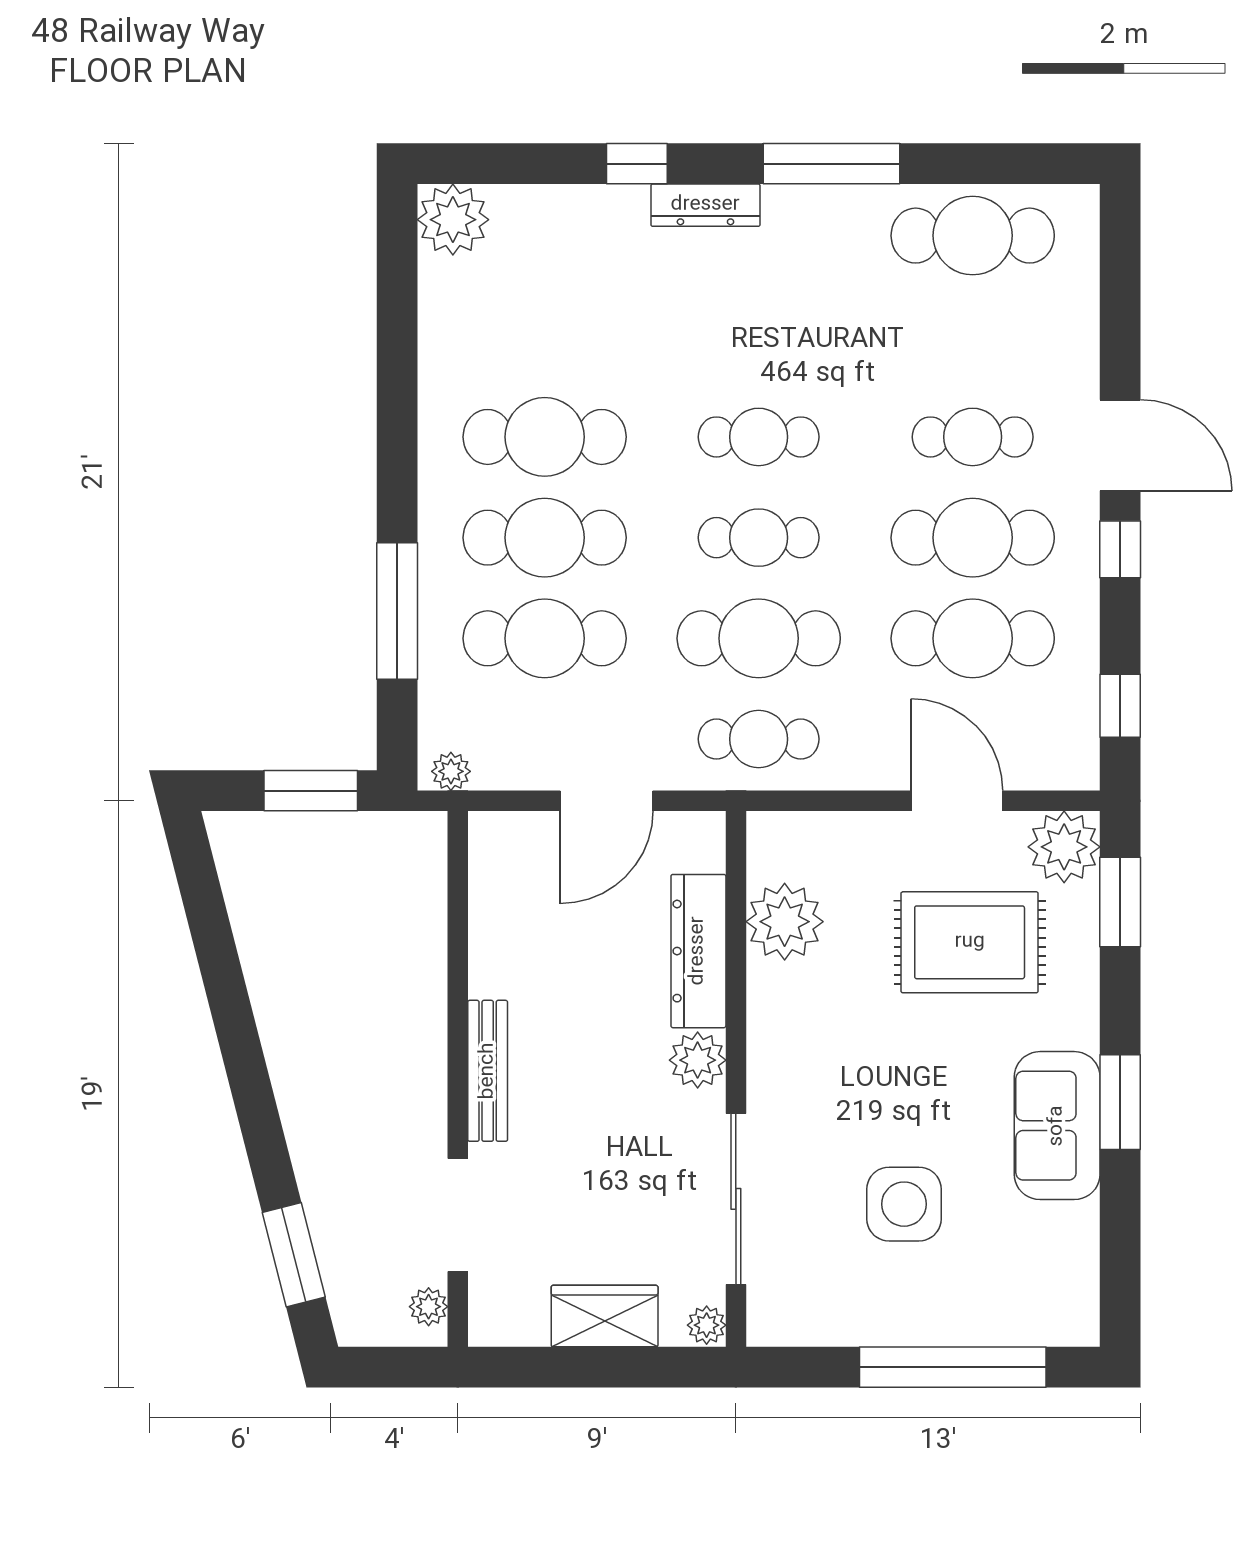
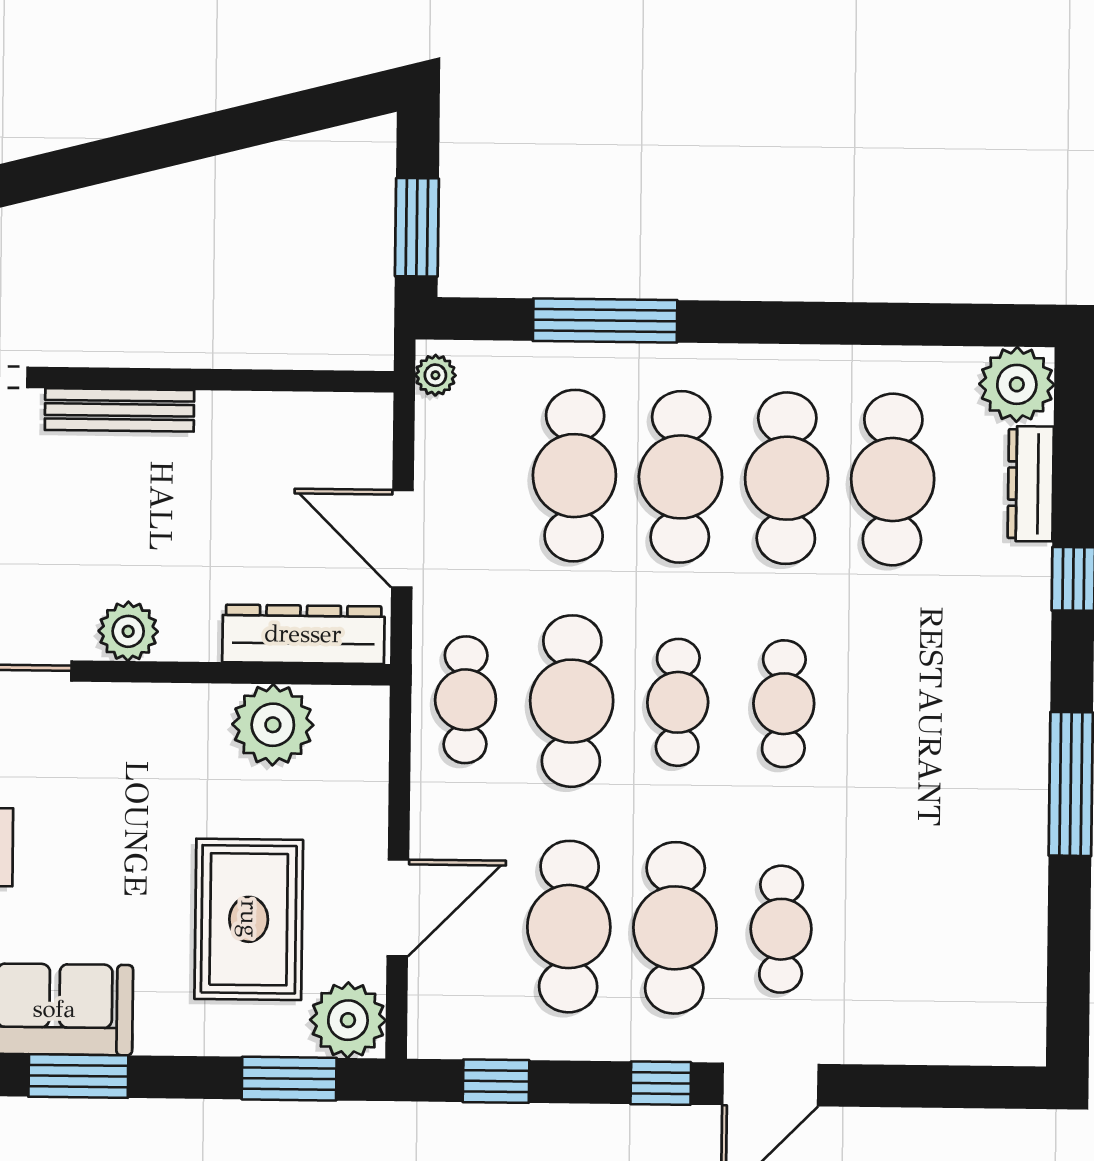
dresser: (705, 205) -> (1031, 484), moved
cafe table: (973, 236) -> (893, 479), moved
dresser: (698, 951) -> (303, 634), moved

